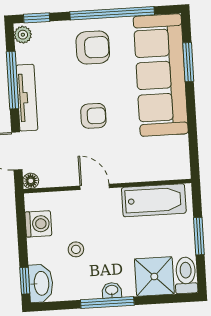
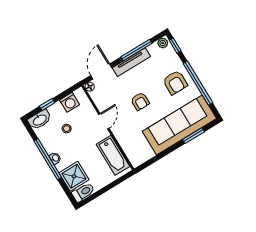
window: (199, 236) -> (107, 188), removed
window: (25, 281) -> (47, 104), moved
window: (107, 303) -> (48, 159), width x1.46

